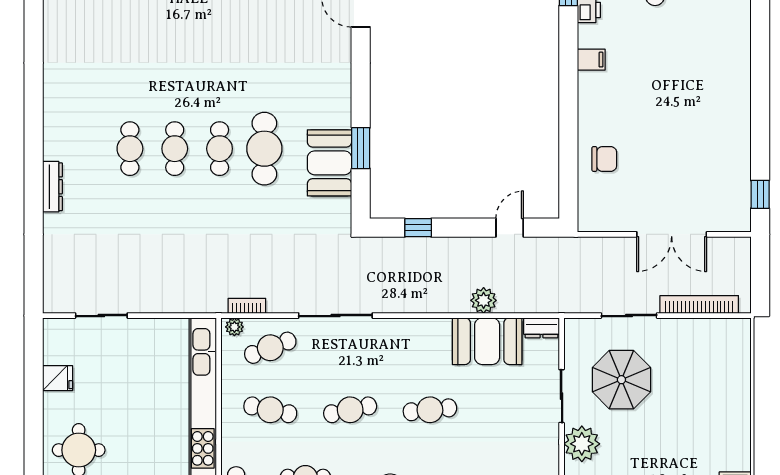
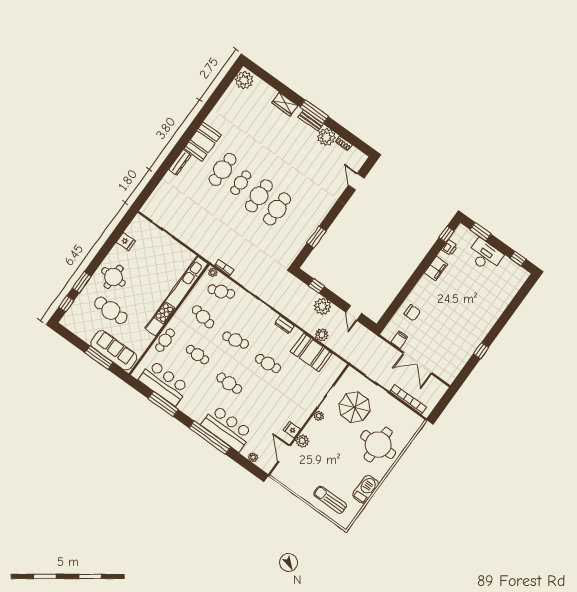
filing cabinet: (591, 60) -> (436, 269), width x2.00
cafe table: (130, 149) -> (223, 170), width x1.37, depth x1.35
cafe table: (220, 149) -> (259, 196), width x1.37, depth x1.35
booth: (330, 163) -> (203, 142), moved
window: (760, 194) -> (481, 351), moved
filing cabinet: (615, 218) -> (399, 340), added
door: (510, 228) -> (354, 313), swing flipped
plant: (451, 253) -> (322, 306), added
dresser: (541, 328) -> (284, 325), moved
round table: (703, 412) -> (378, 445), added
plant: (582, 444) -> (319, 416), width x0.53, depth x0.53

